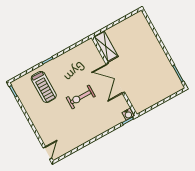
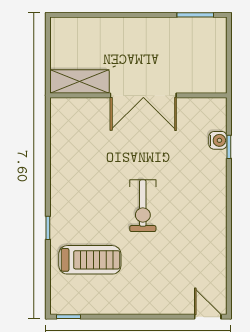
shelving: (106, 47) -> (80, 81), moved
wall: (114, 76) -> (138, 95), moved
double door: (115, 78) -> (143, 95), moved

